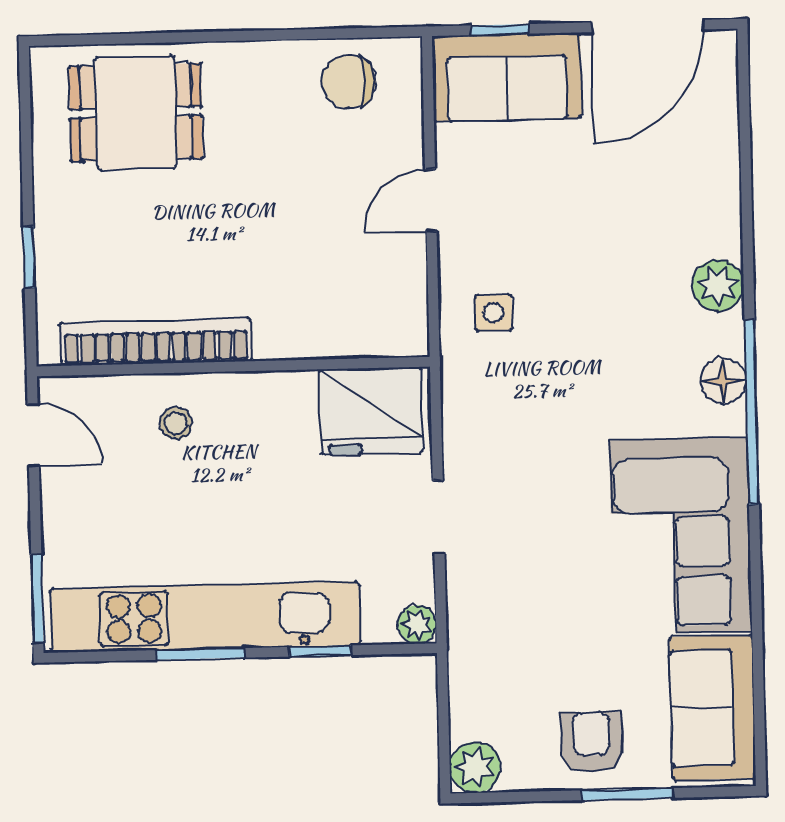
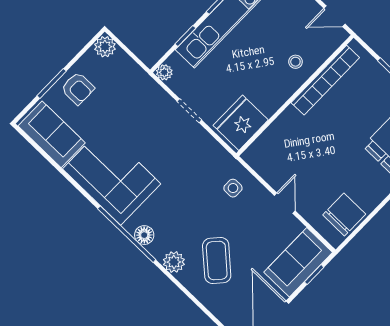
chair: (349, 82) -> (344, 214), width x1.37, depth x1.37
coffee table: (643, 216) -> (217, 261), added

